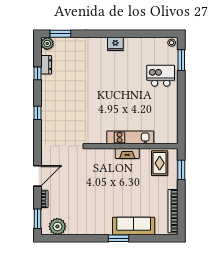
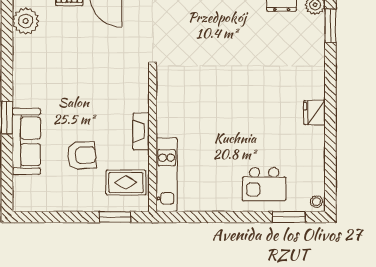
kitchen island: (161, 76) -> (264, 184), turned 90
kitchen unit: (130, 137) -> (167, 175), moved
armchair: (142, 191) -> (82, 155), added
bookcase: (173, 211) -> (50, 204), removed

